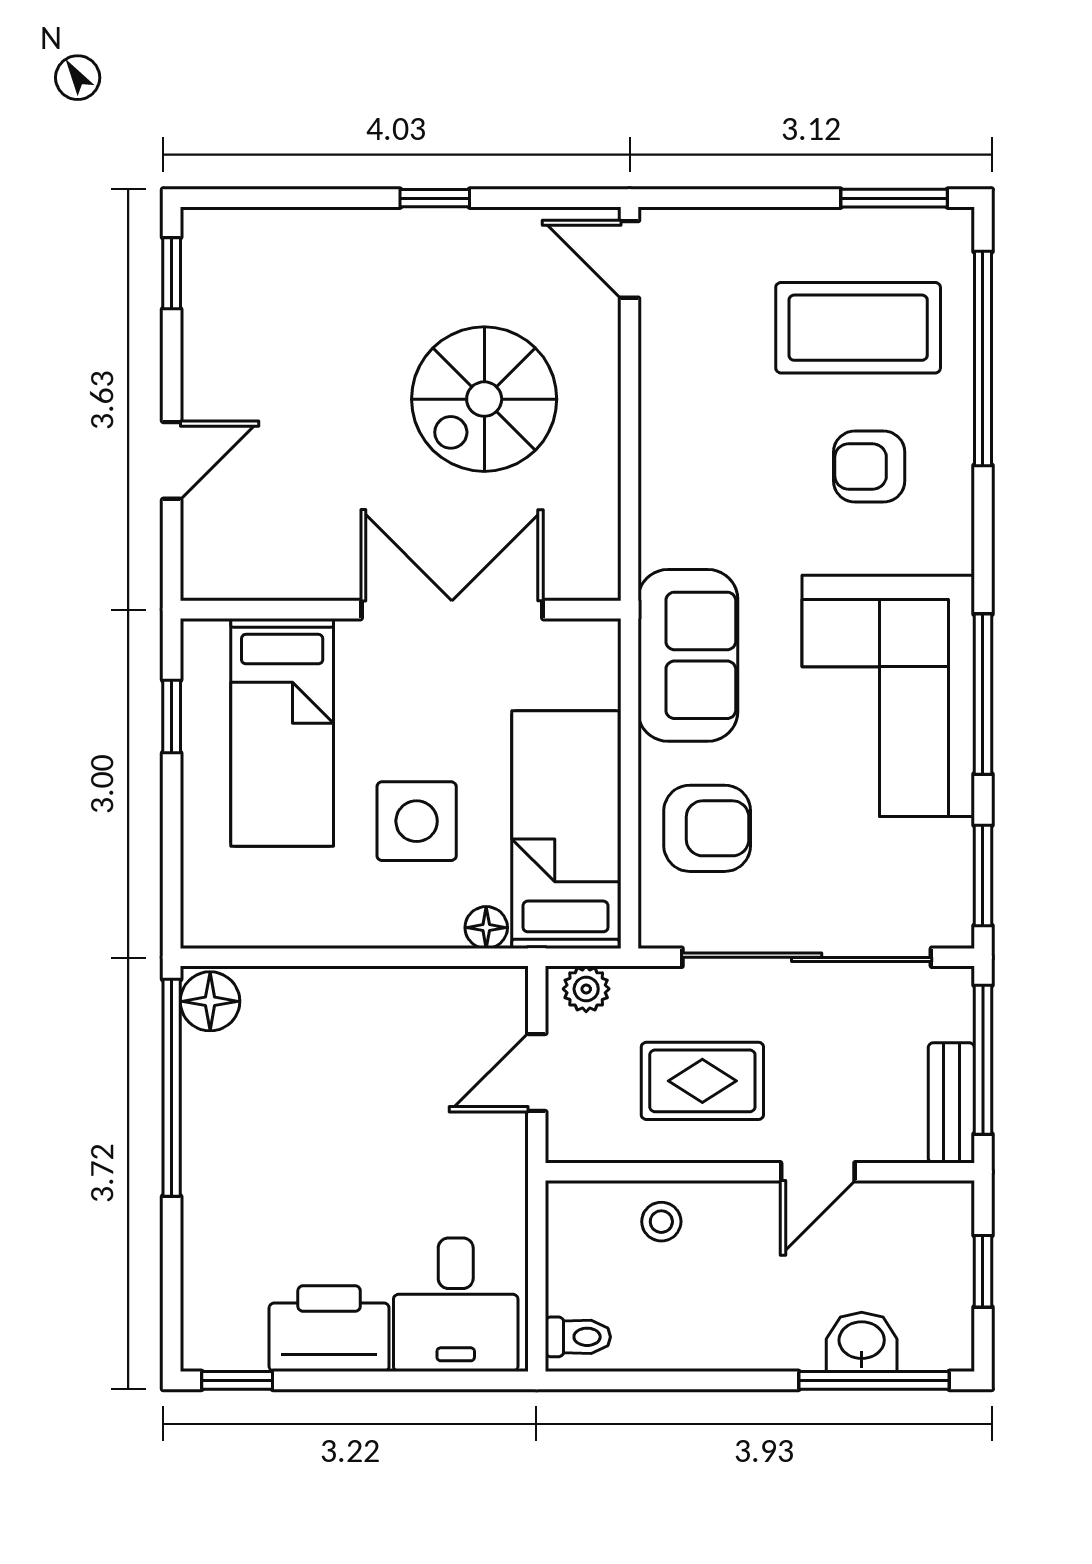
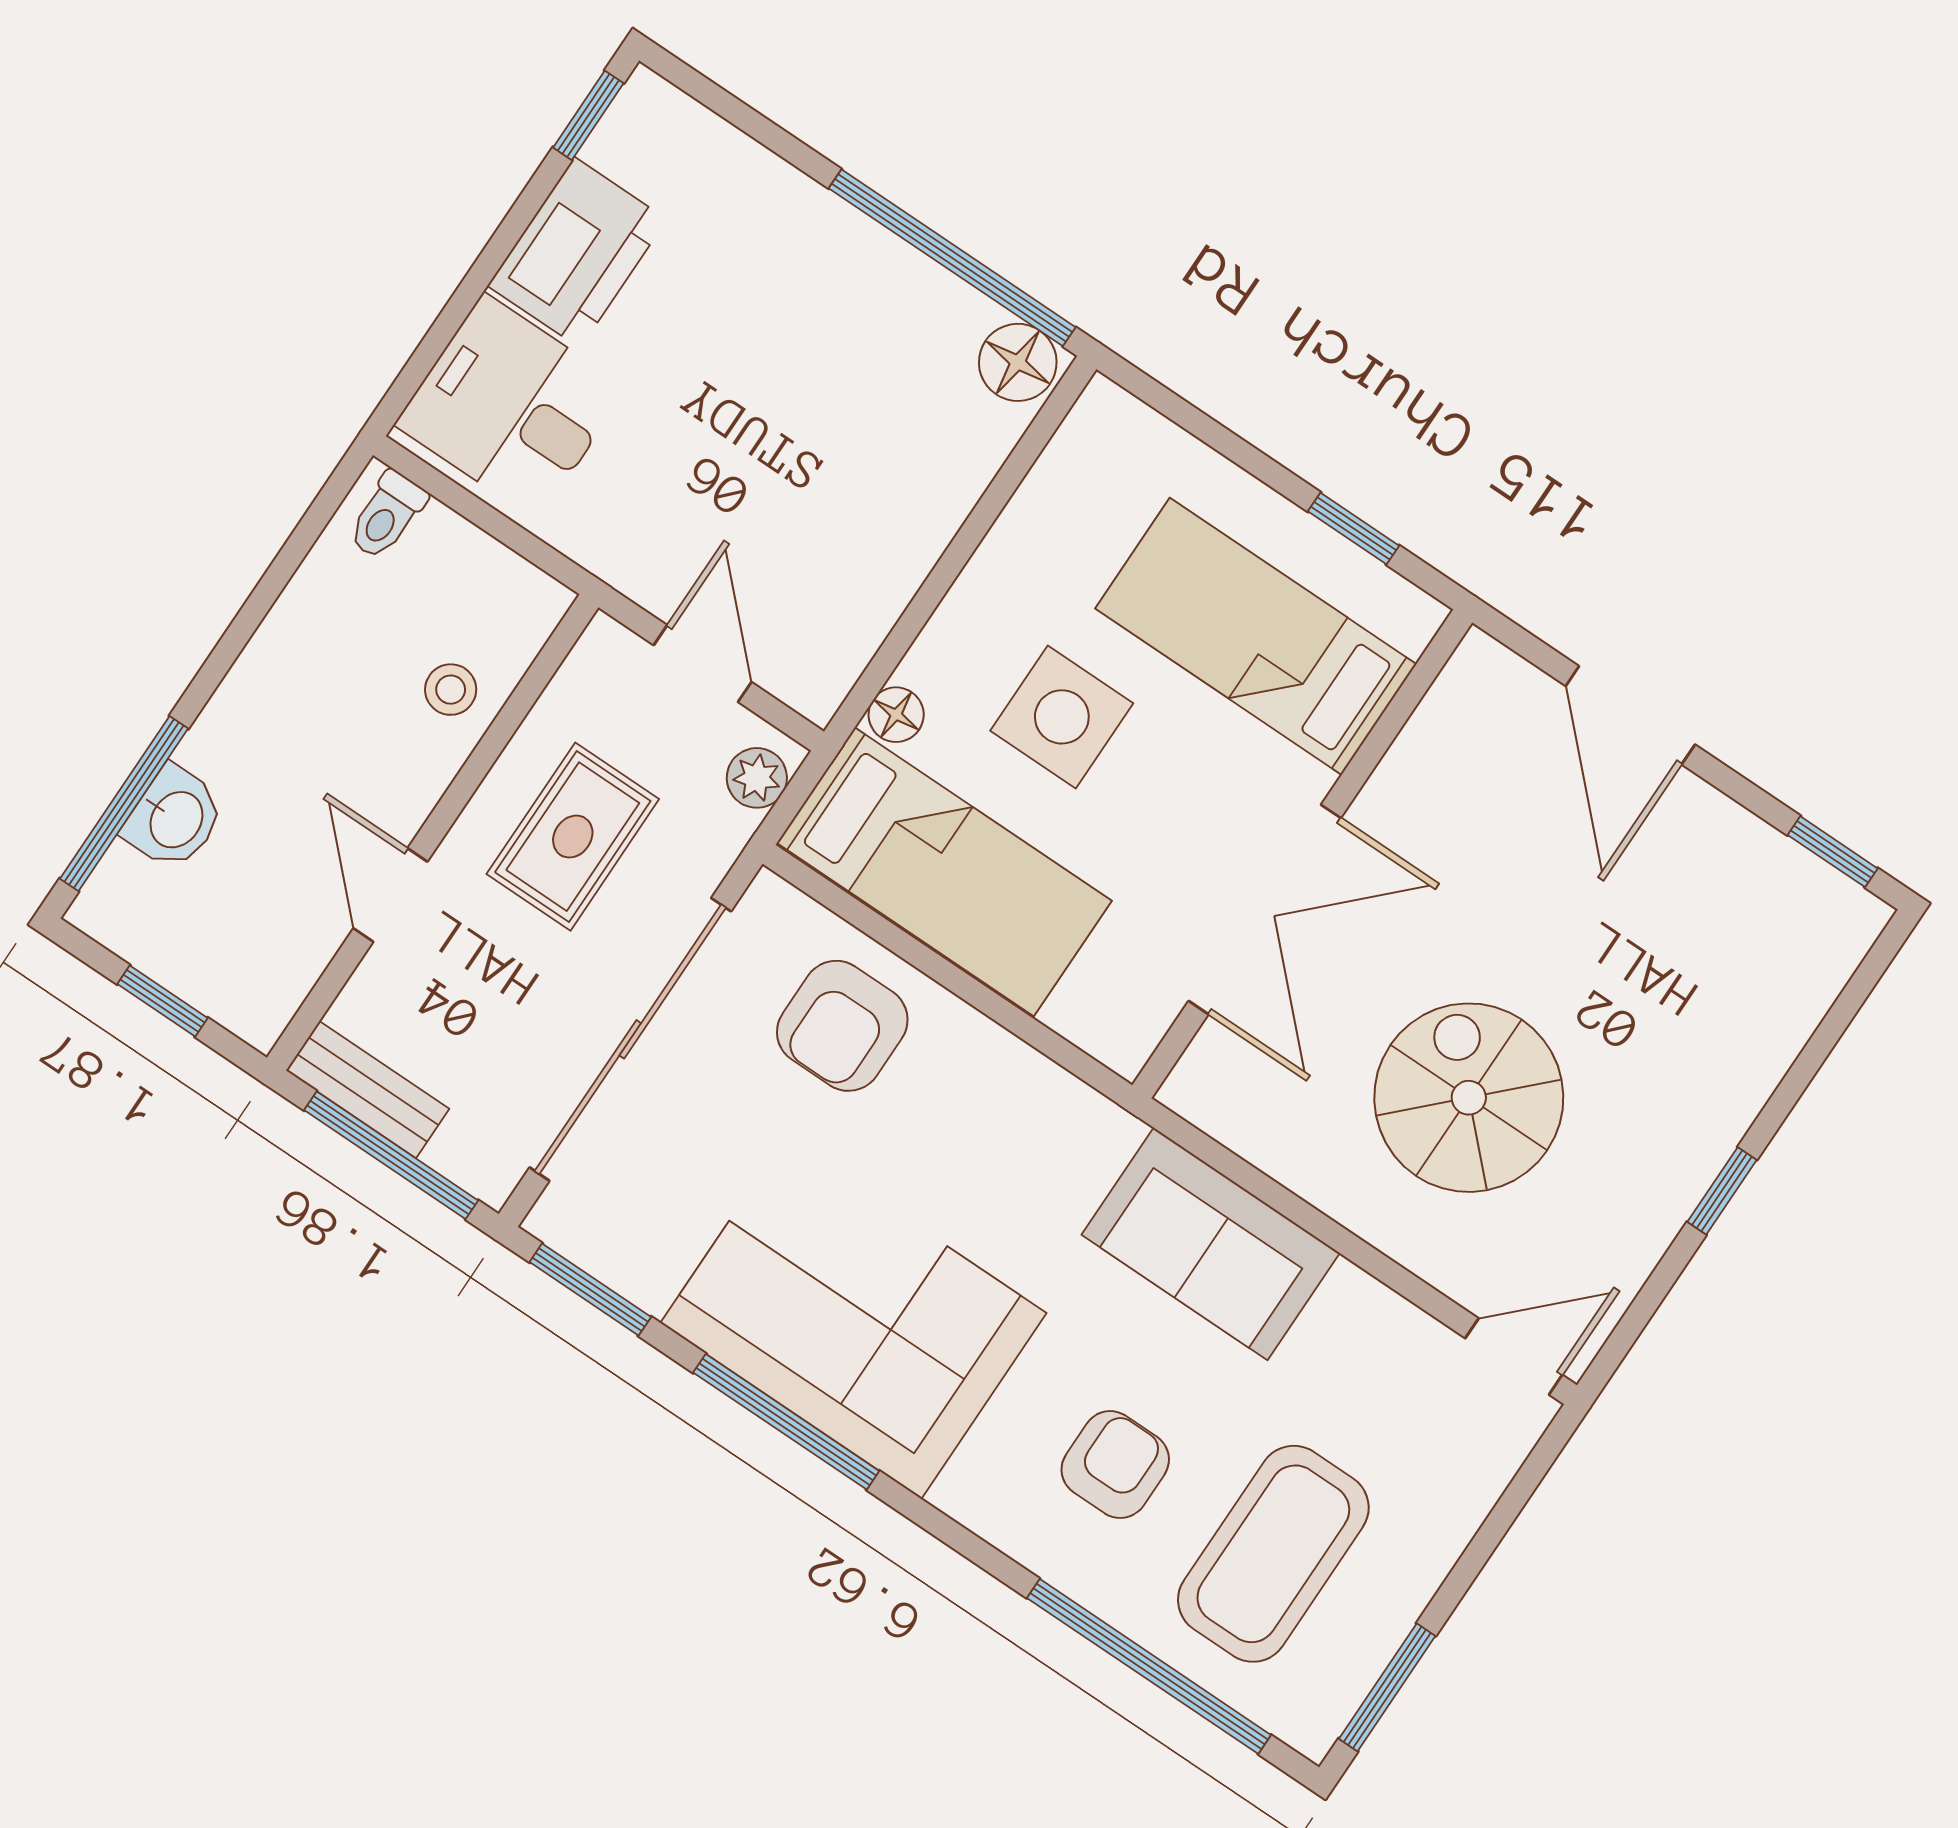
door: (172, 460) -> (1630, 715), width x1.38
sofa: (688, 655) -> (1211, 1244), moved

